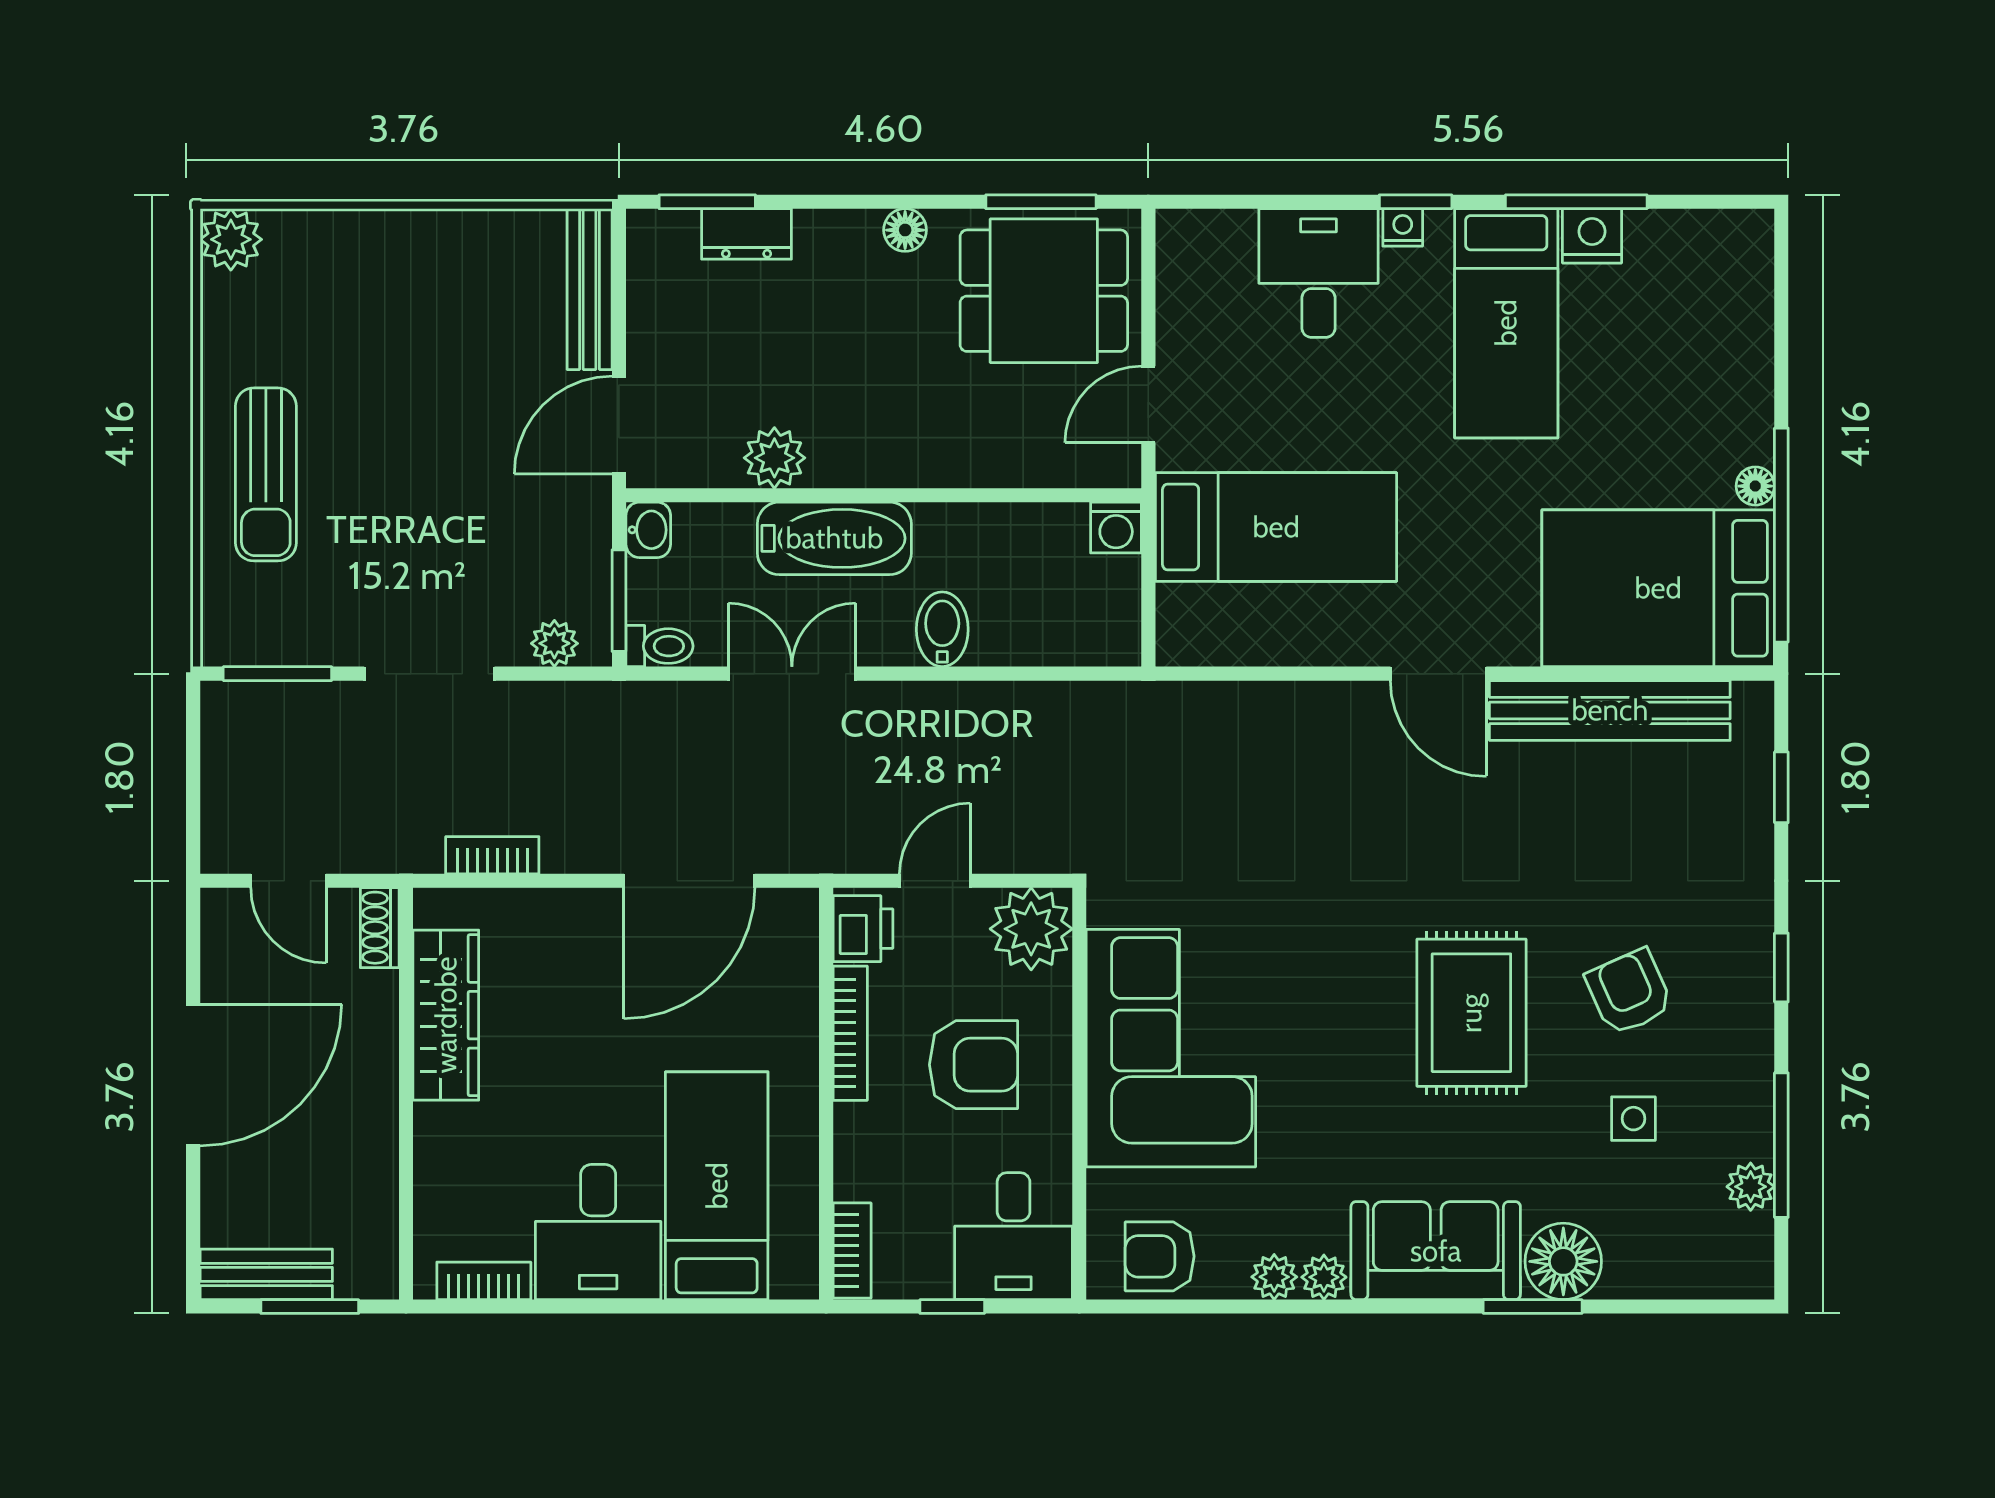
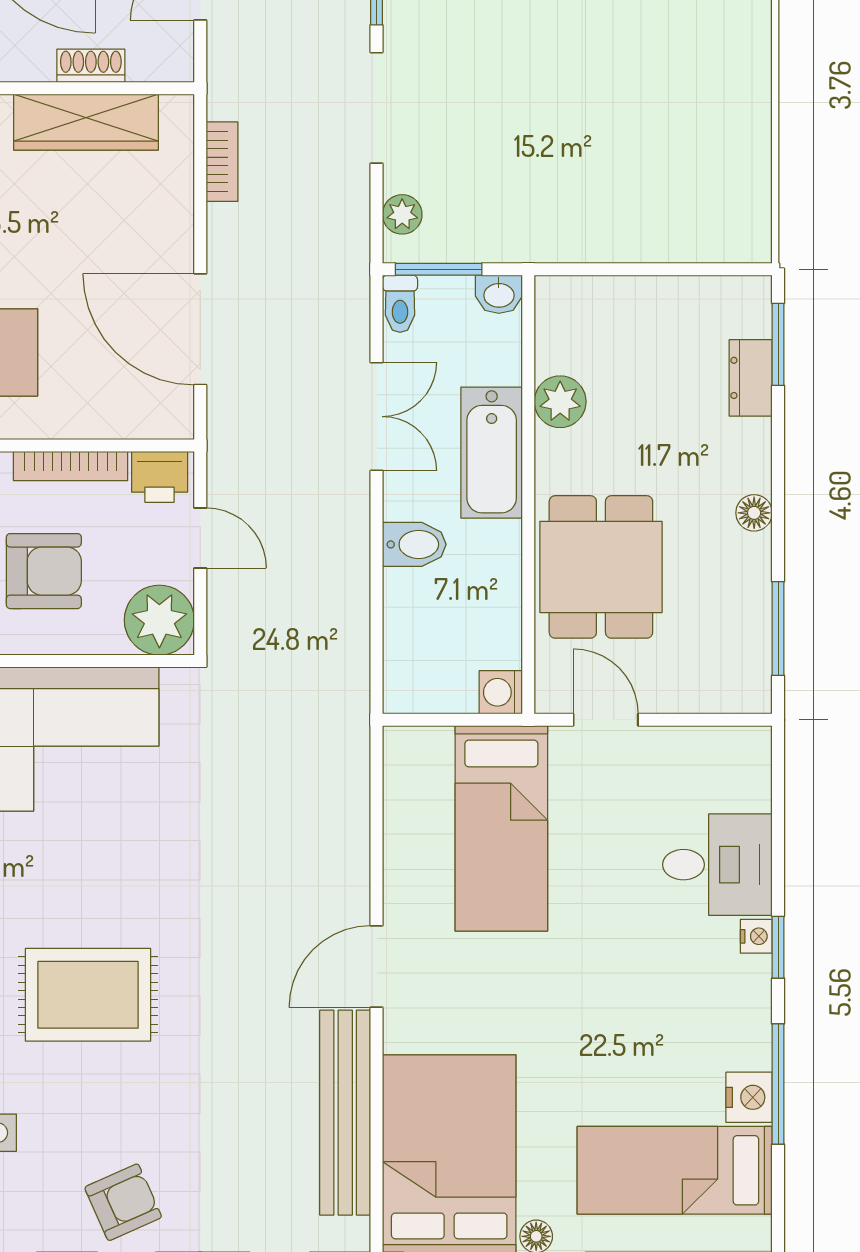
bench: (590, 289) -> (704, 244), removed
dining table: (1044, 291) -> (601, 567), moved
bed: (1506, 323) -> (675, 1170), moved
door: (619, 425) -> (588, 269), removed
shoe rack: (380, 928) -> (91, 66), moved
armchair: (1629, 992) -> (123, 1202), moved
armchair: (974, 1065) -> (44, 571), turned -90

